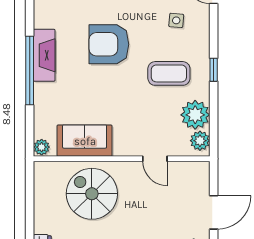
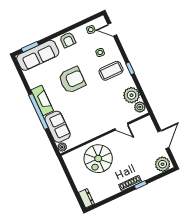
armchair: (109, 44) -> (72, 80), turned 180
coffee table: (169, 73) -> (111, 71), moved
sofa: (85, 141) -> (58, 127), moved, turned 90
spiral stairs: (92, 194) -> (98, 159), turned -90

